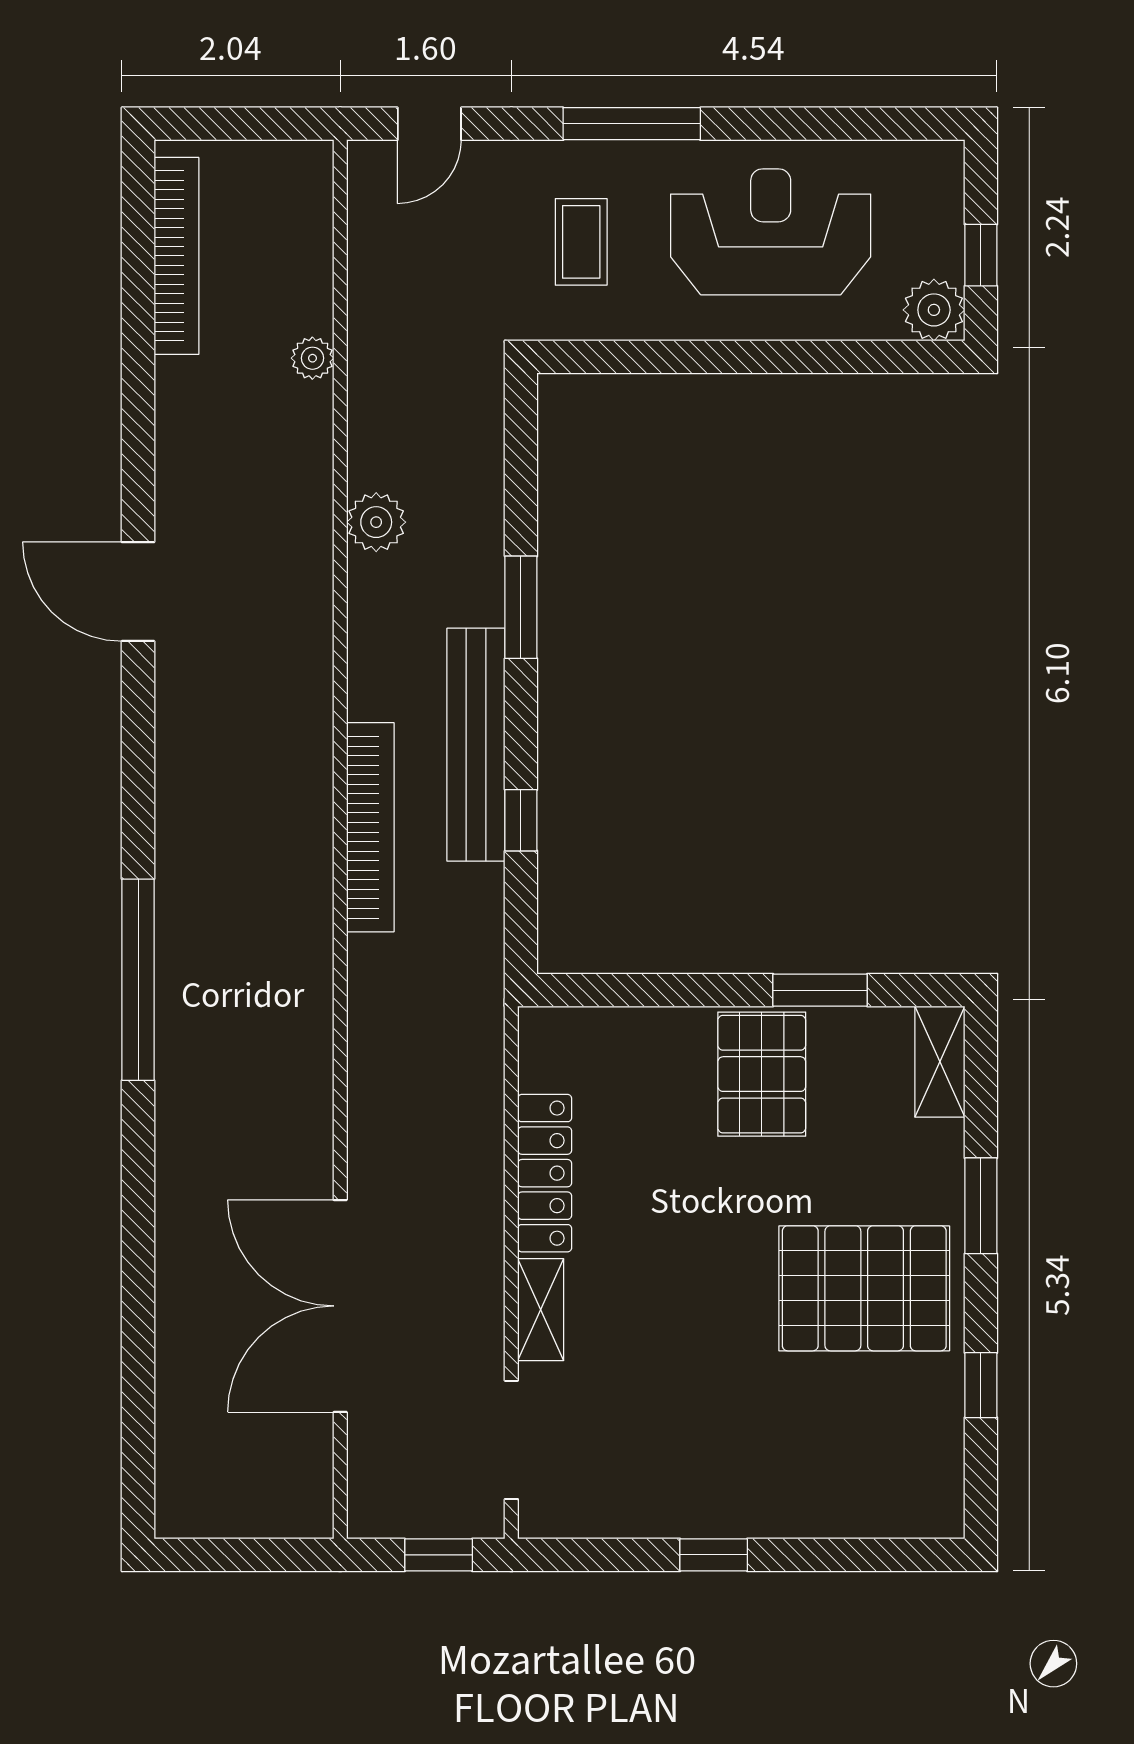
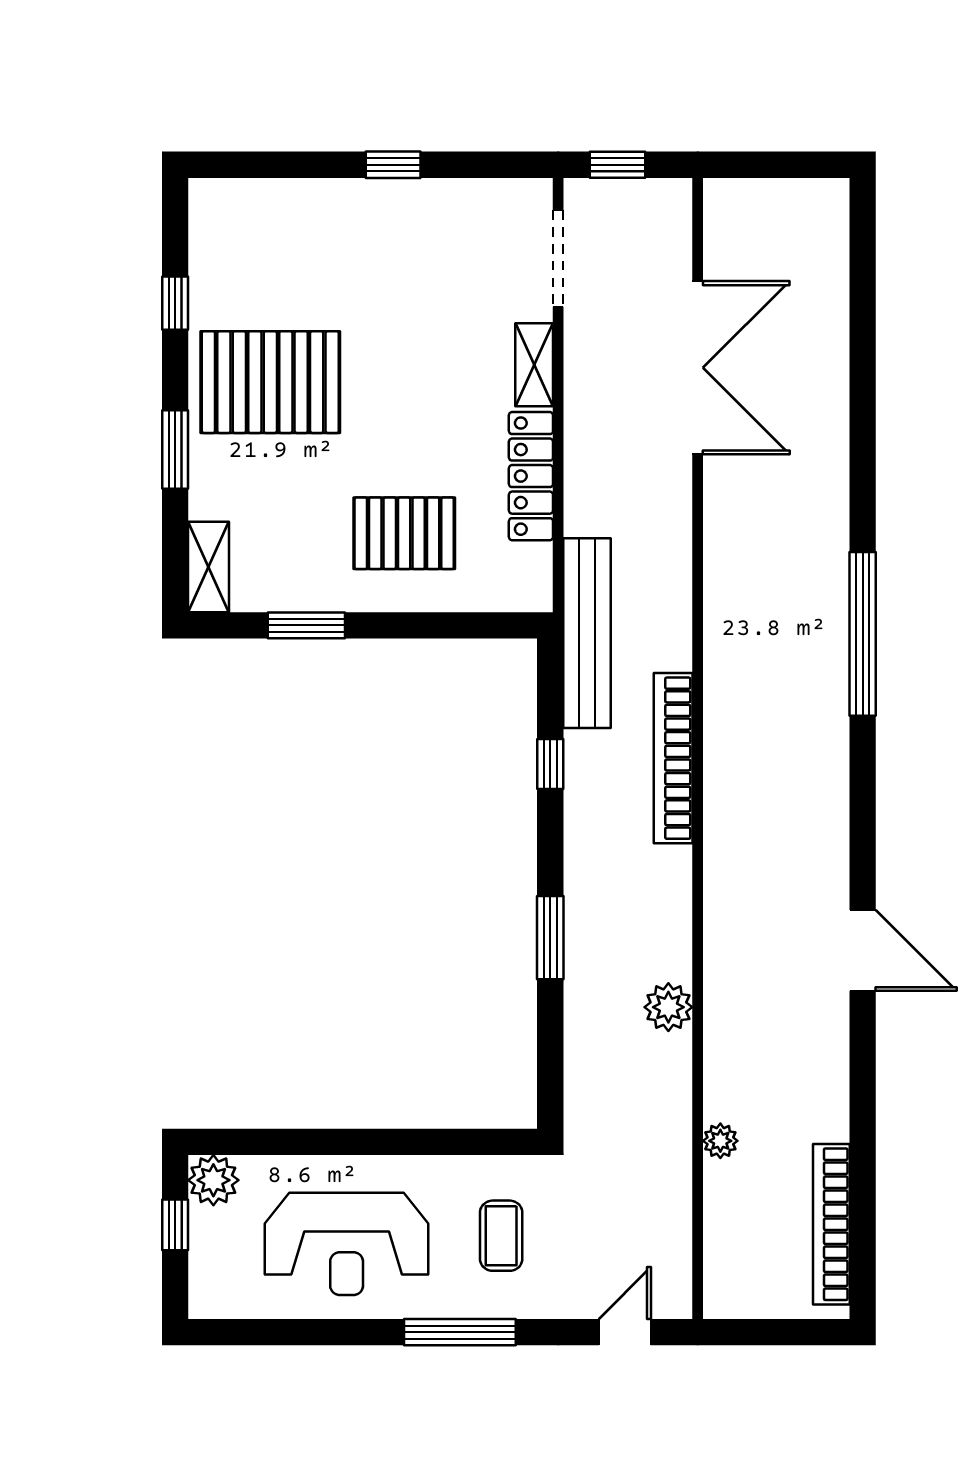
bench: (476, 745) -> (587, 633), moved
pallet: (762, 1074) -> (404, 533), moved, turned 90

